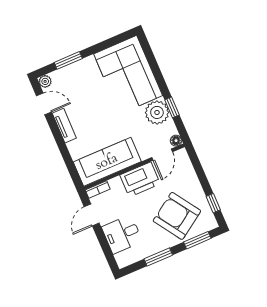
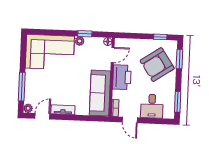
window: (68, 60) -> (22, 87), width x1.44
plant: (157, 112) -> (80, 41), width x0.53, depth x0.53
door: (162, 155) -> (113, 55), hinge flipped
window: (158, 257) -> (178, 102), moved

